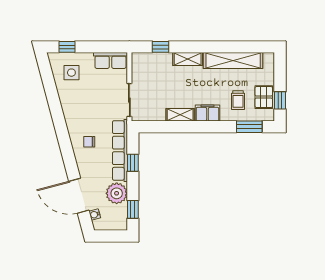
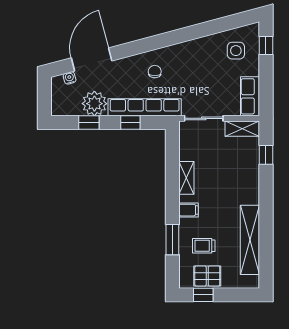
shelving: (188, 59) -> (242, 129), moved, turned 90
filing cabinet: (207, 113) -> (189, 210), width x0.50
window: (249, 127) -> (172, 240), moved
window: (133, 209) -> (89, 123), moved

